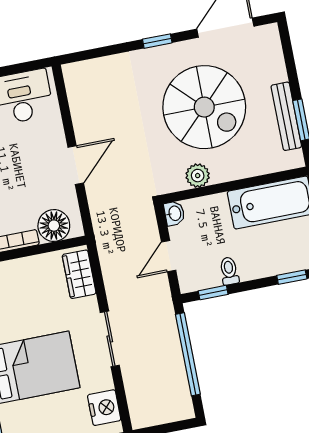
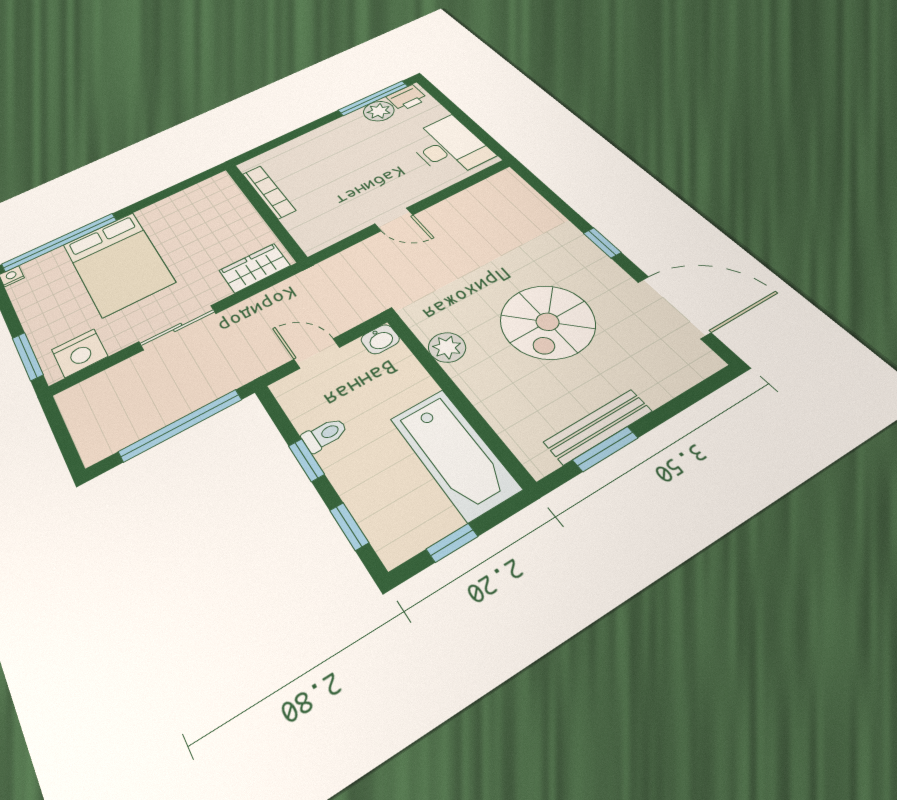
spiral stairs: (204, 107) -> (548, 322), width x0.73, depth x0.73
door: (76, 165) -> (394, 219), width x0.73
floor lamp: (54, 226) -> (308, 224), removed
window: (213, 293) -> (306, 460), moved

